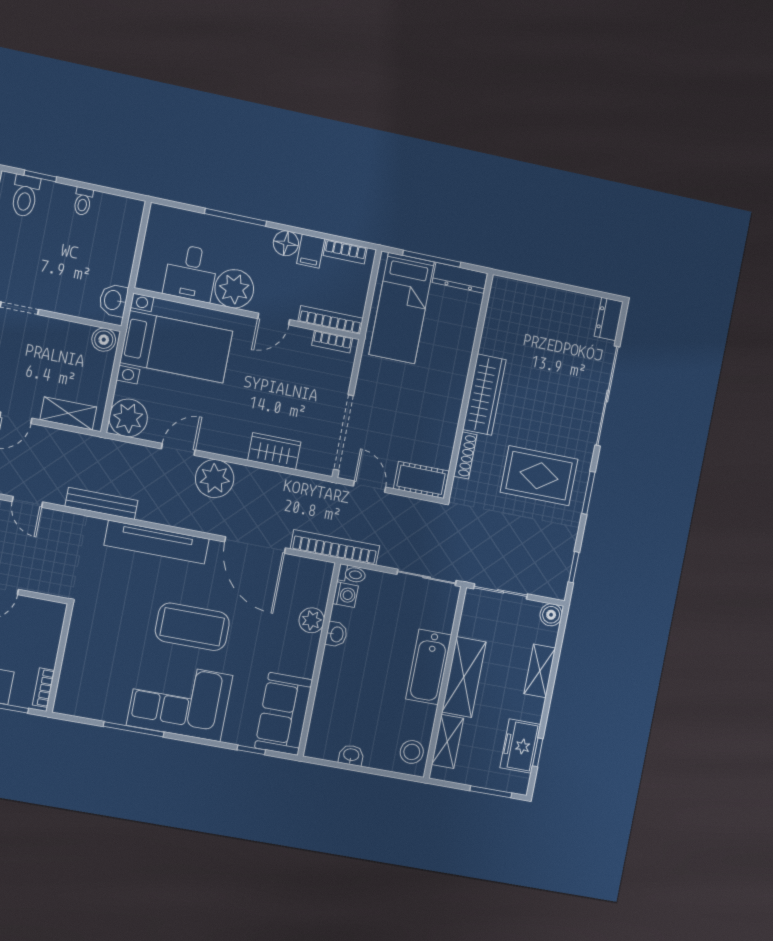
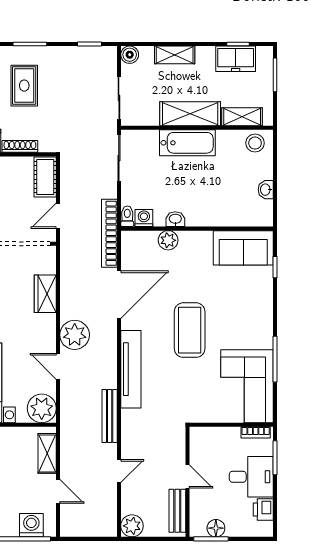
rug: (539, 476) -> (24, 86), width x0.73, depth x0.70
corner sofa: (180, 700) -> (247, 386), moved

